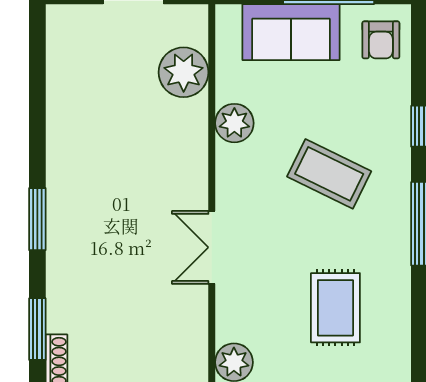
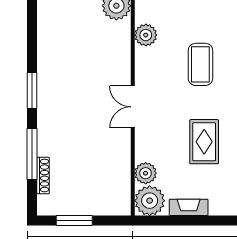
coffee table: (329, 174) -> (200, 64), turned 64
window: (37, 329) -> (32, 154), width x1.44

